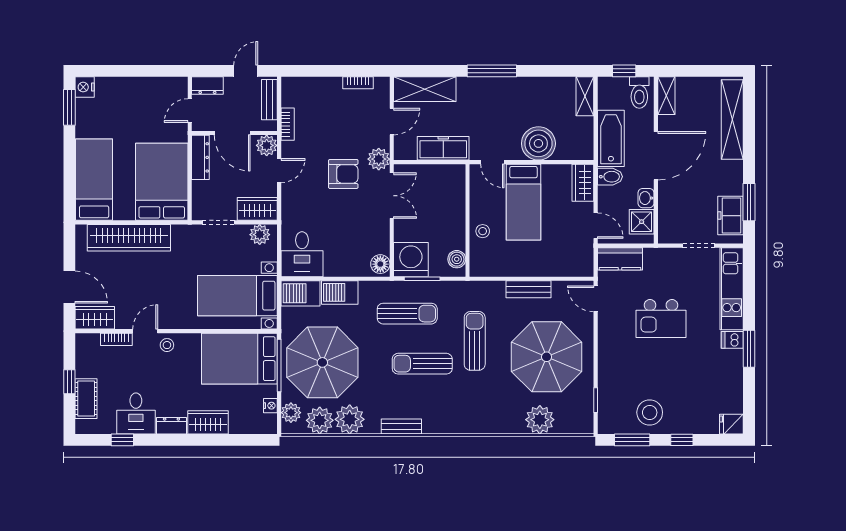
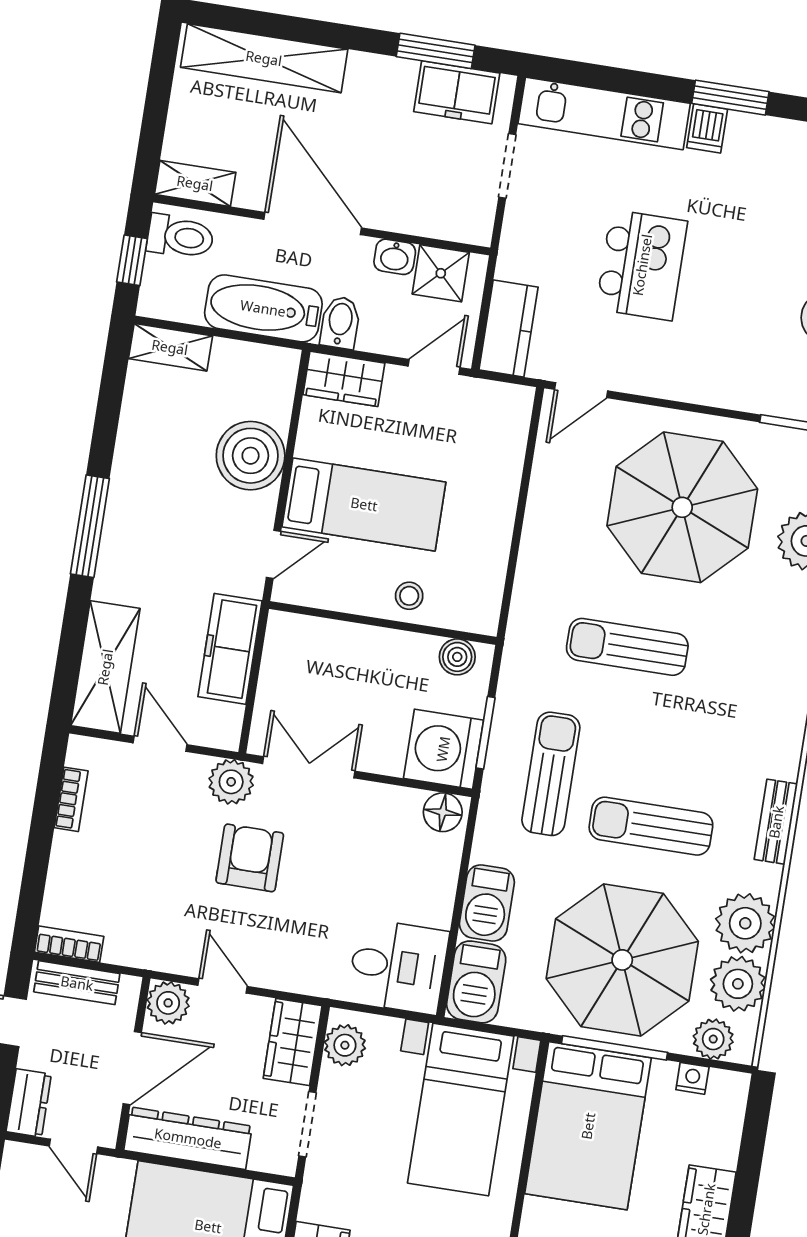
bookcase: (288, 124) -> (69, 944), moved
dresser: (200, 157) -> (188, 1138), width x1.37, depth x1.24
bench: (529, 289) -> (541, 522), removed
sun lounger: (422, 364) -> (651, 826), moved, turned 90

